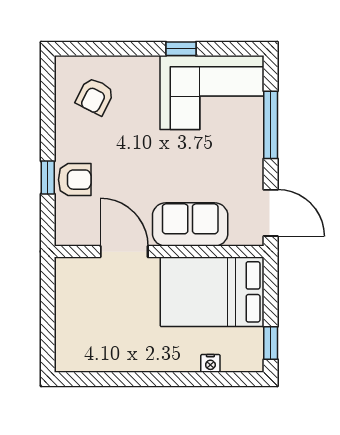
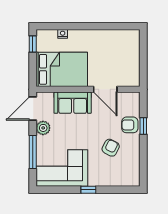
window: (181, 49) -> (88, 190), moved
armchair: (95, 96) -> (111, 148), moved
plant: (250, 174) -> (43, 128), added
door: (271, 213) -> (33, 108), hinge flipped

